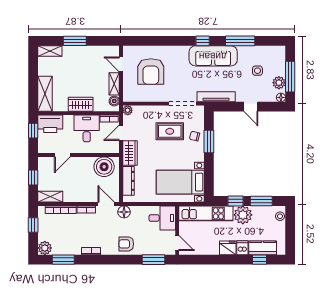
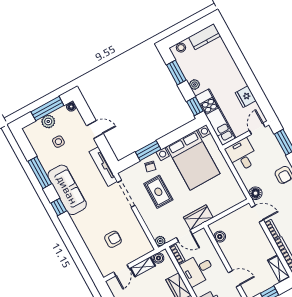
armchair: (151, 72) -> (113, 239), width x0.53, depth x0.53
plant: (279, 83) -> (48, 121), moved
door: (251, 107) -> (95, 130), hinge flipped
boiler: (104, 167) -> (220, 237), width x0.54, depth x0.54
dresser: (129, 181) -> (225, 205), removed
bed with nightstands: (180, 182) -> (193, 160), width x1.36
window: (236, 201) -> (195, 106), moved
door: (106, 204) -> (257, 214), swing flipped
plant: (243, 215) -> (195, 85), width x0.53, depth x0.53
fridge: (228, 248) -> (246, 97), moved
dishwasher: (242, 248) -> (229, 66), removed
kitchen counter: (263, 248) -> (204, 37), moved, turned -90
window: (259, 260) -> (231, 45), removed

